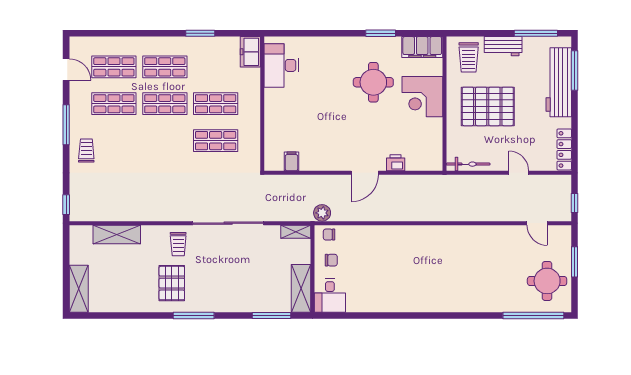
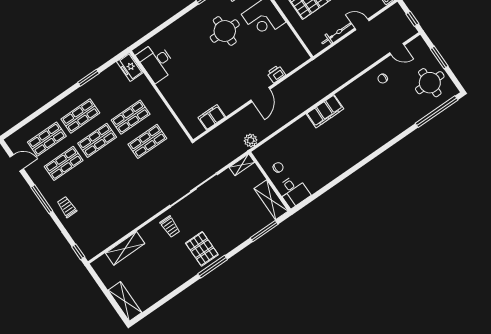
filing cabinet: (292, 161) -> (212, 117), width x2.00
bicycle: (468, 164) -> (336, 33), moved
chair: (329, 235) -> (383, 79), moved
filing cabinet: (419, 236) -> (325, 111), added
pallet: (172, 283) -> (202, 249), moved

